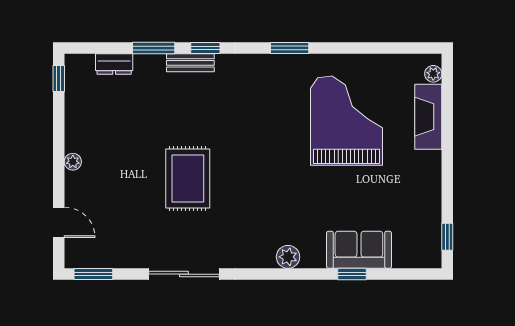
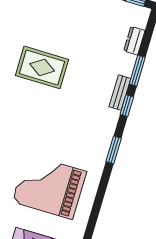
window: (290, 48) -> (114, 150), moved
grand piano: (346, 121) -> (49, 187), turned 180

